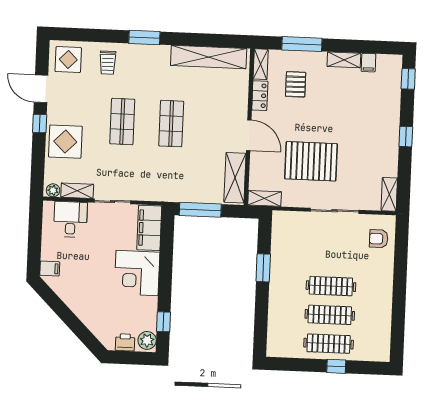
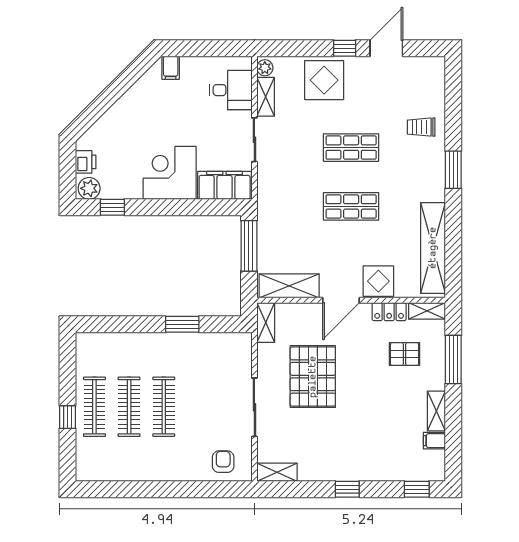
display table: (68, 60) -> (378, 281), moved

